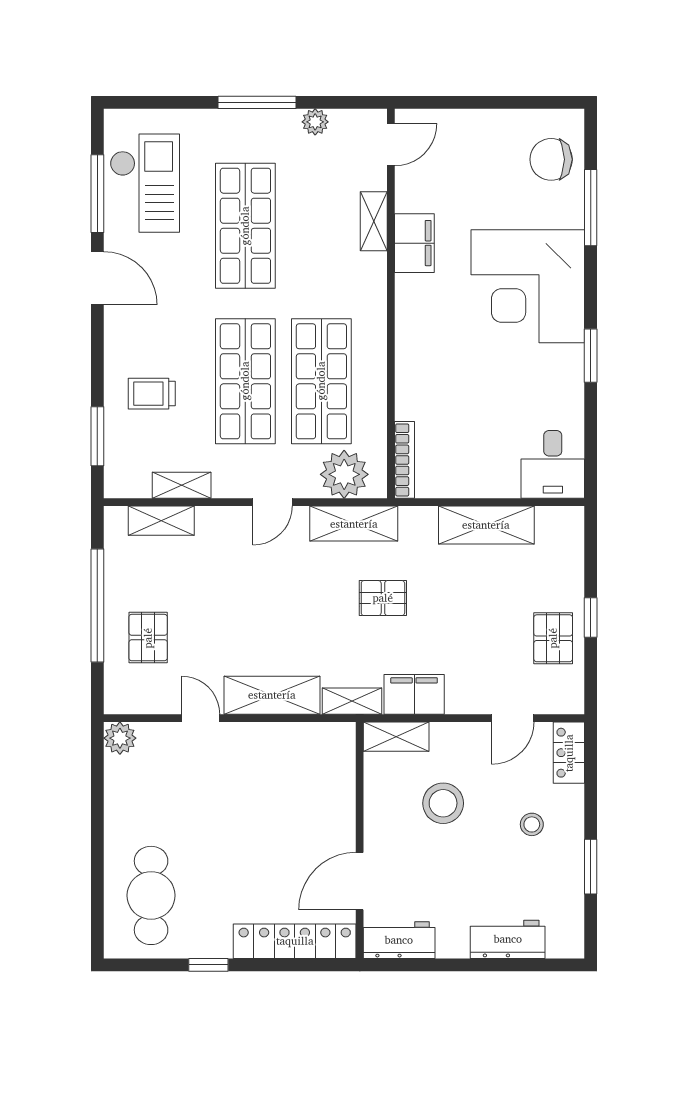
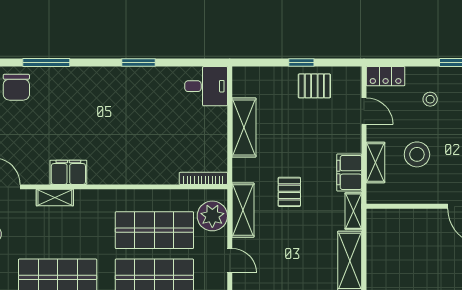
corner desk: (528, 286) -> (95, 102), removed
shelving: (396, 737) -> (376, 162), moved

